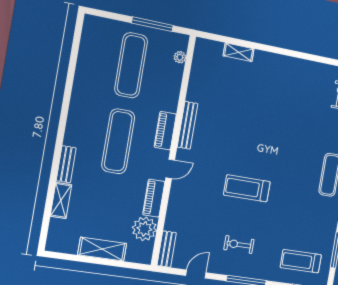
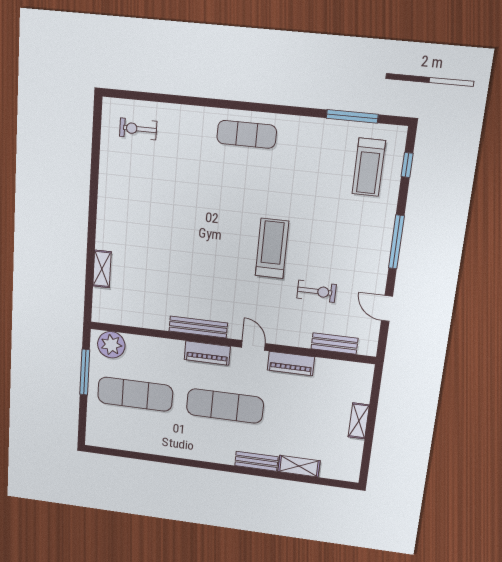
plant: (180, 57) -> (111, 345), width x1.88, depth x1.88
treadmill: (247, 188) -> (272, 248), turned 180
plant: (144, 229) -> (330, 373), removed
exercise bike: (239, 245) -> (316, 291), moved, turned -90
shelving: (102, 249) -> (359, 421), width x0.67, depth x0.75
bench: (167, 249) -> (334, 343), moved

